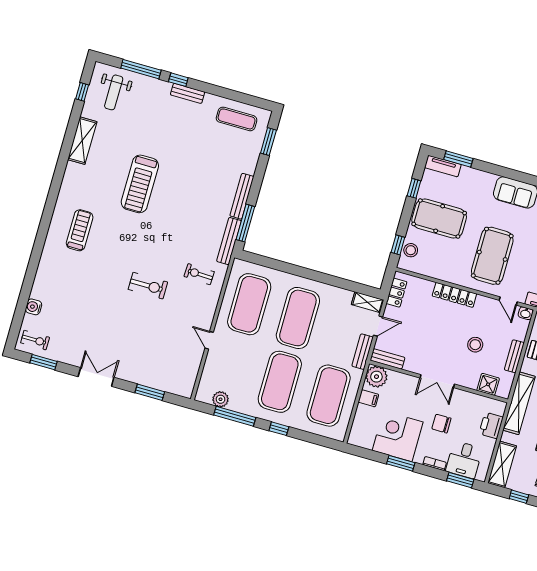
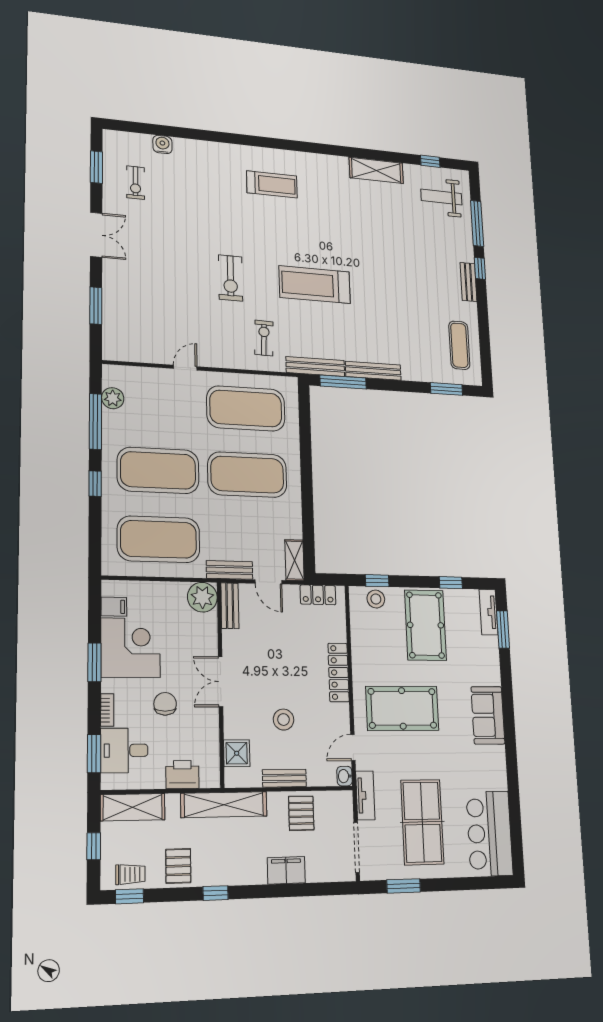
treadmill: (140, 184) -> (315, 285), moved
exercise bike: (35, 340) -> (136, 183), moved
filing cabinet: (368, 398) -> (114, 607), moved, turned -90

